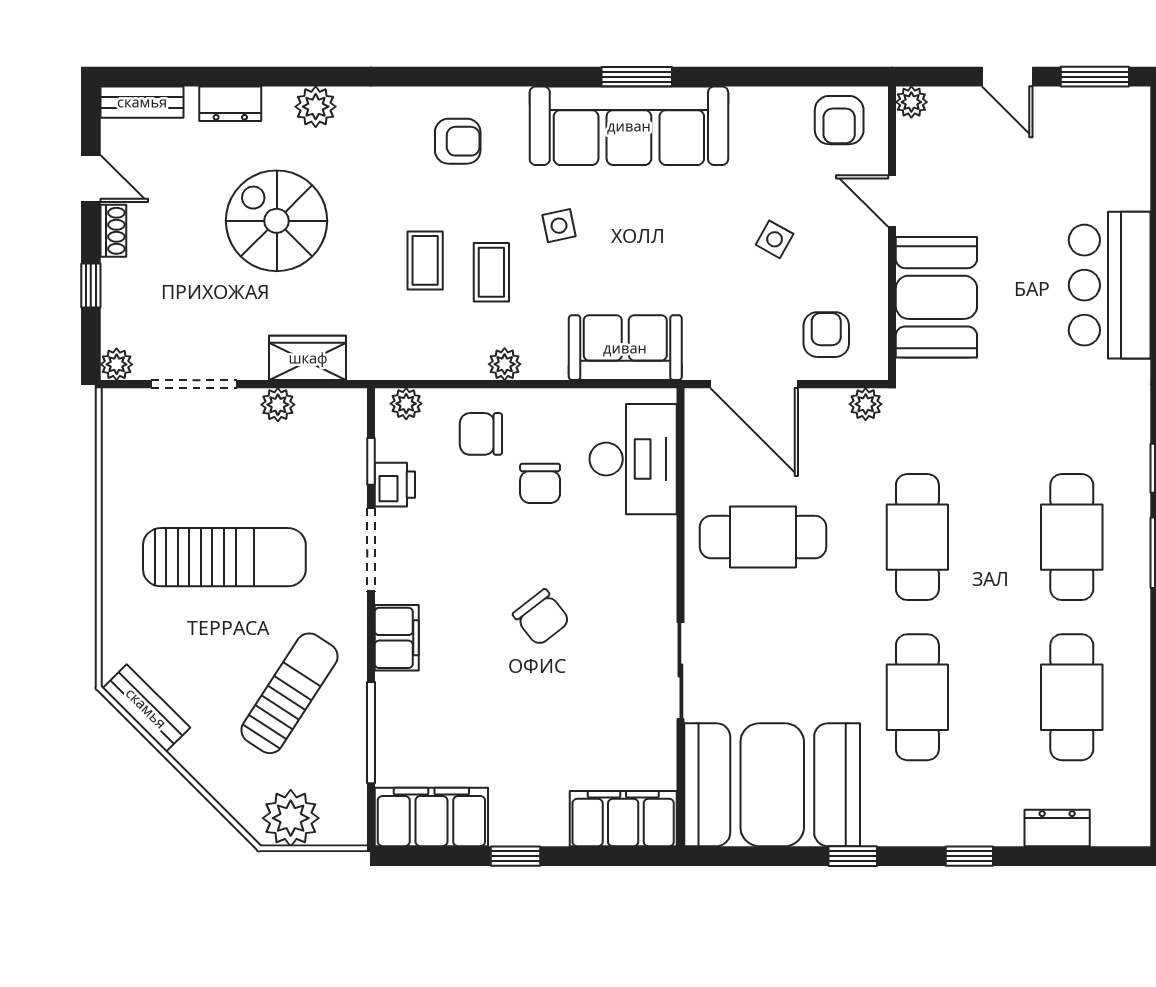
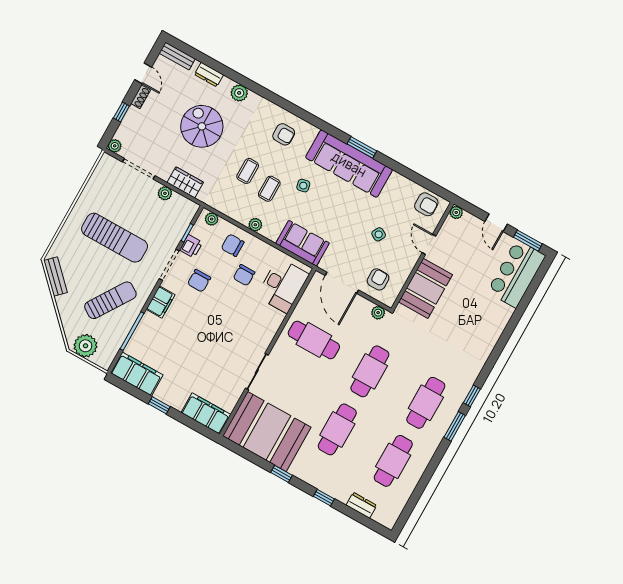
armchair: (839, 120) -> (426, 204), turned -90
bar counter: (1110, 285) -> (516, 274), moved
chair: (541, 617) -> (199, 281), moved, turned 38

